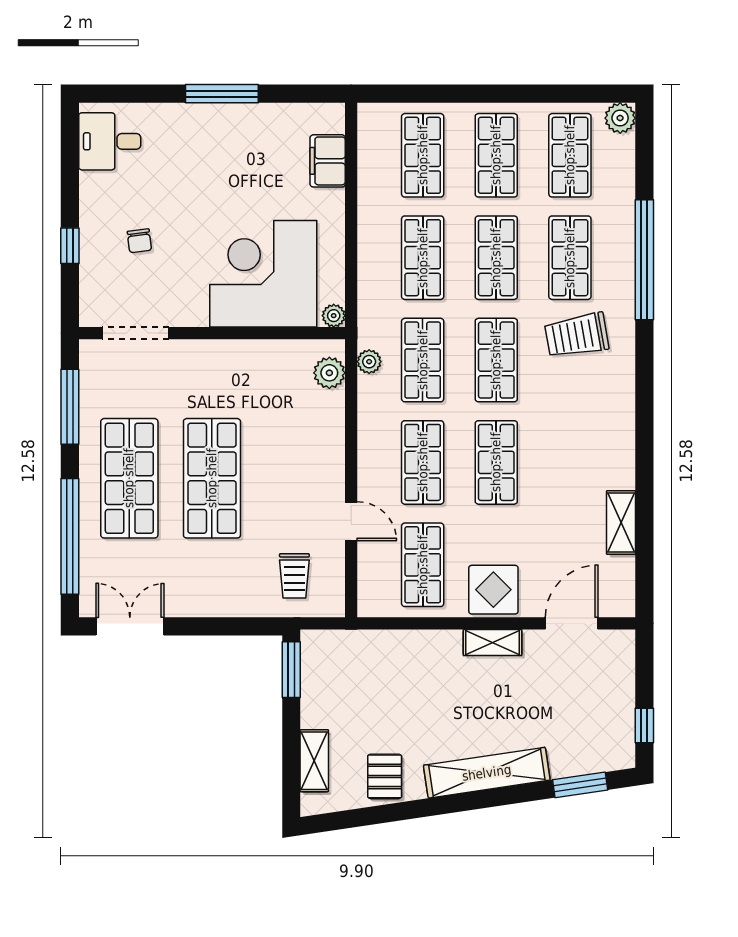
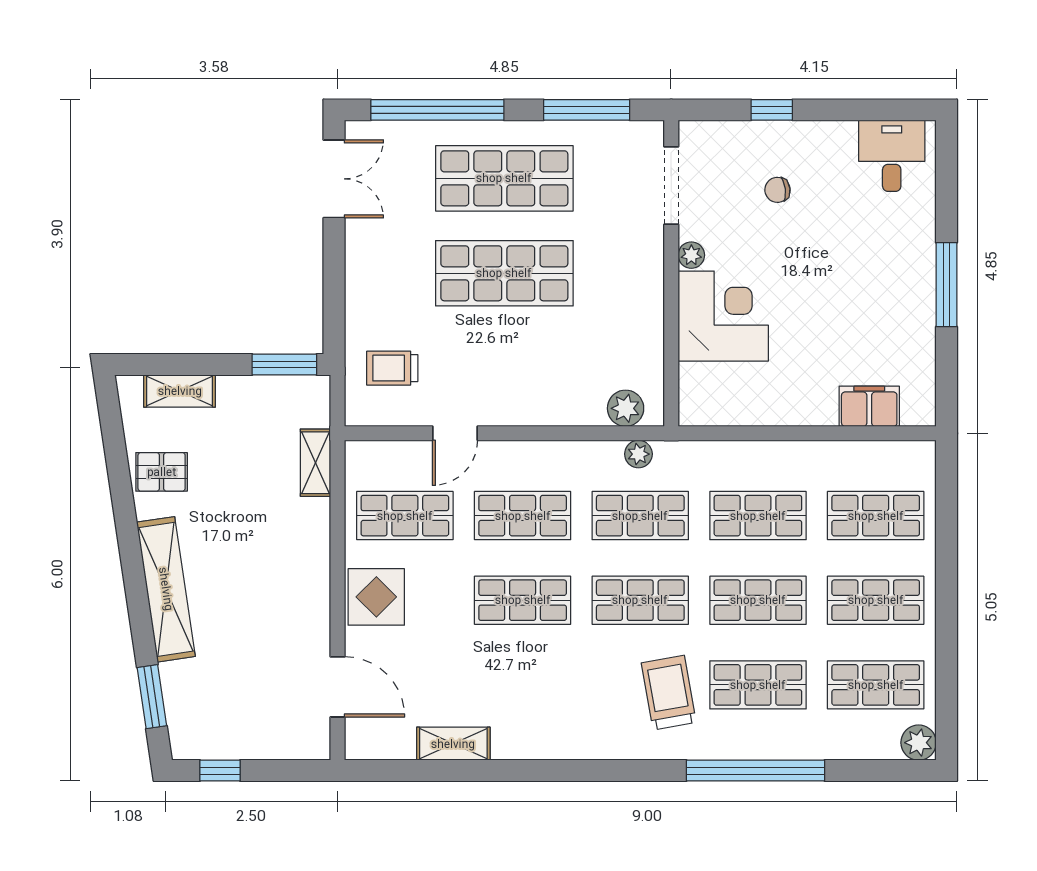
corner desk: (263, 274) -> (723, 316), width x0.74, depth x0.74
plant: (334, 316) -> (691, 255), moved
shelving: (493, 643) -> (315, 463), moved

